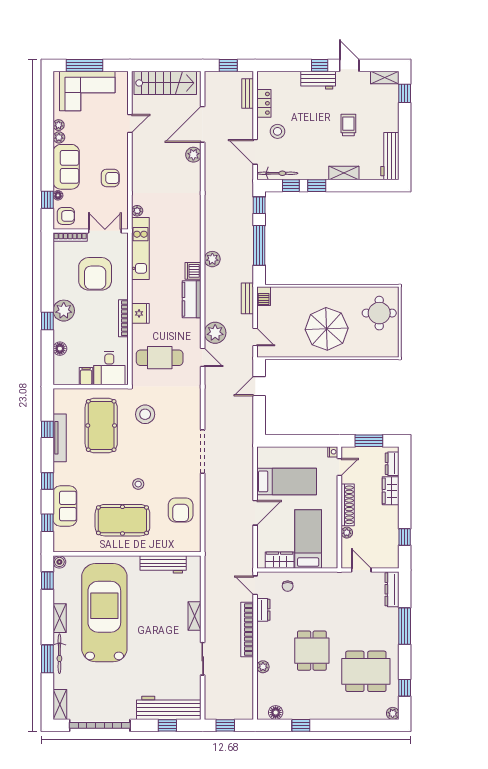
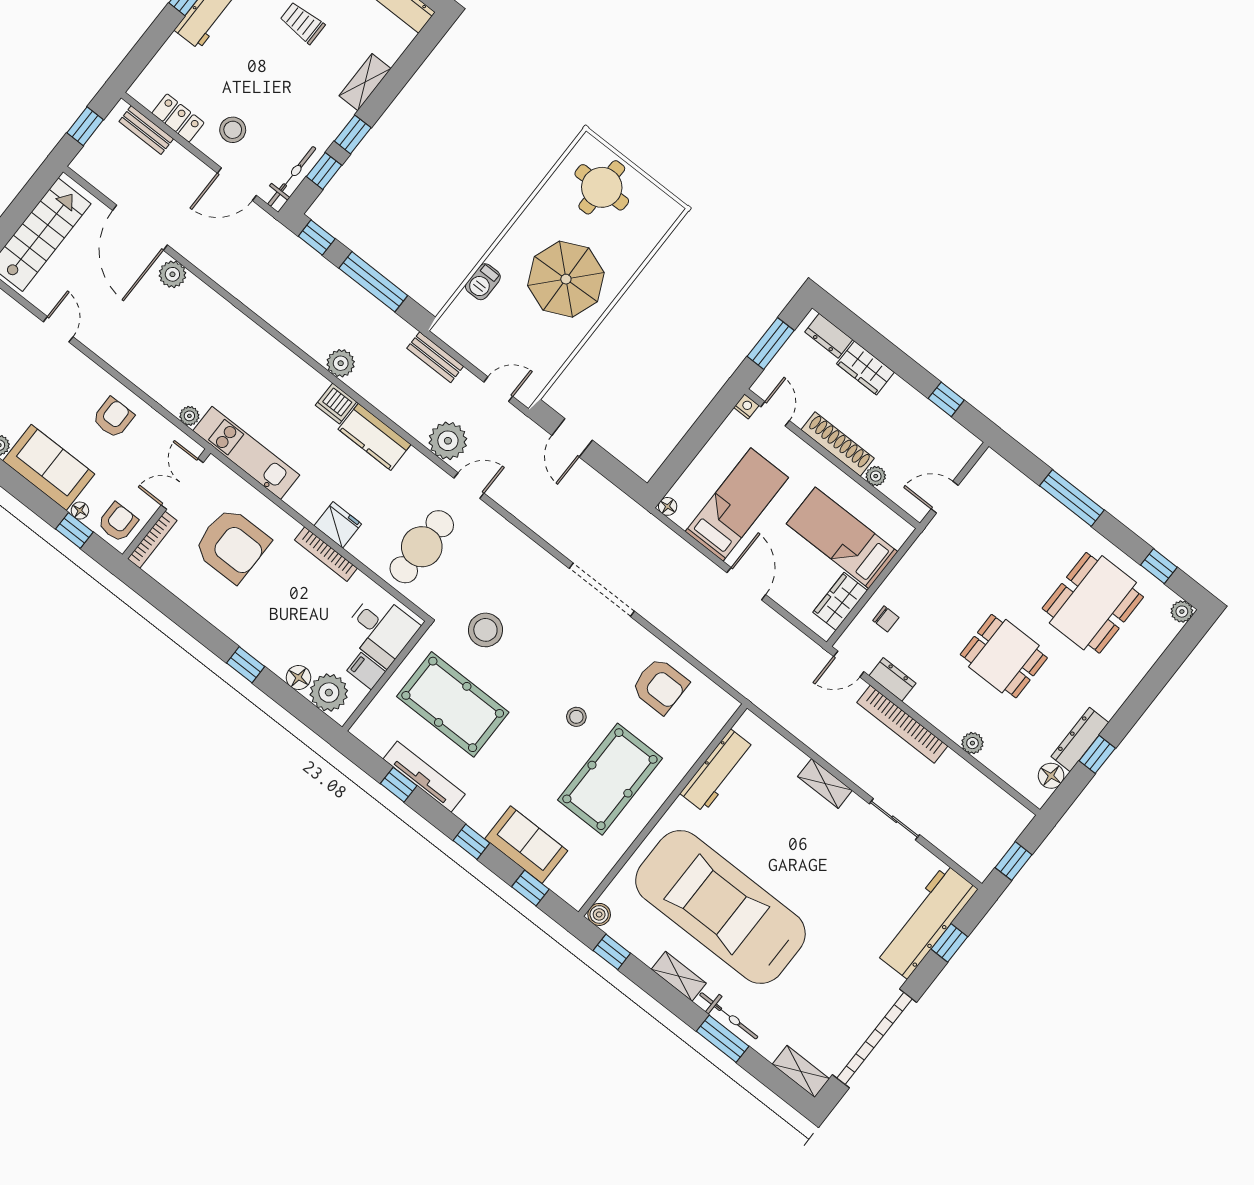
barbecue: (264, 296) -> (483, 282), moved, turned 90
plant: (64, 311) -> (329, 693), moved
floor lamp: (262, 452) -> (668, 506), added
dresser: (392, 589) -> (1080, 740), moved, turned 90

